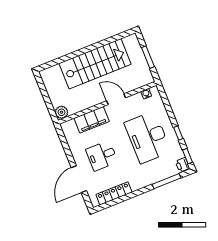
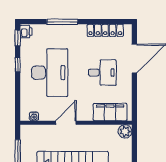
door: (116, 99) -> (66, 123), swing flipped
filing cabinet: (92, 120) -> (110, 112), moved
window: (167, 181) -> (62, 22), moved

